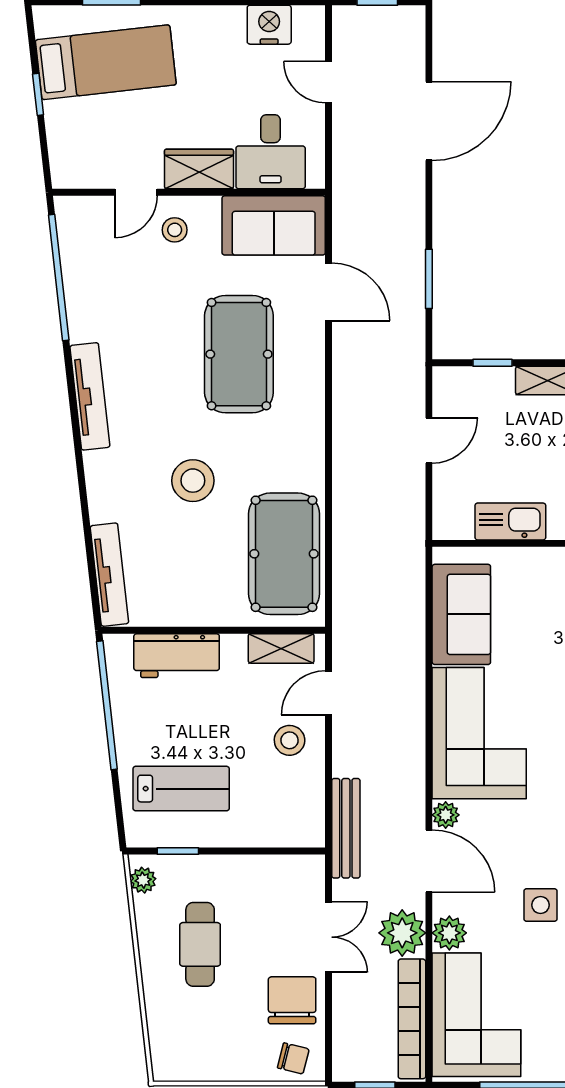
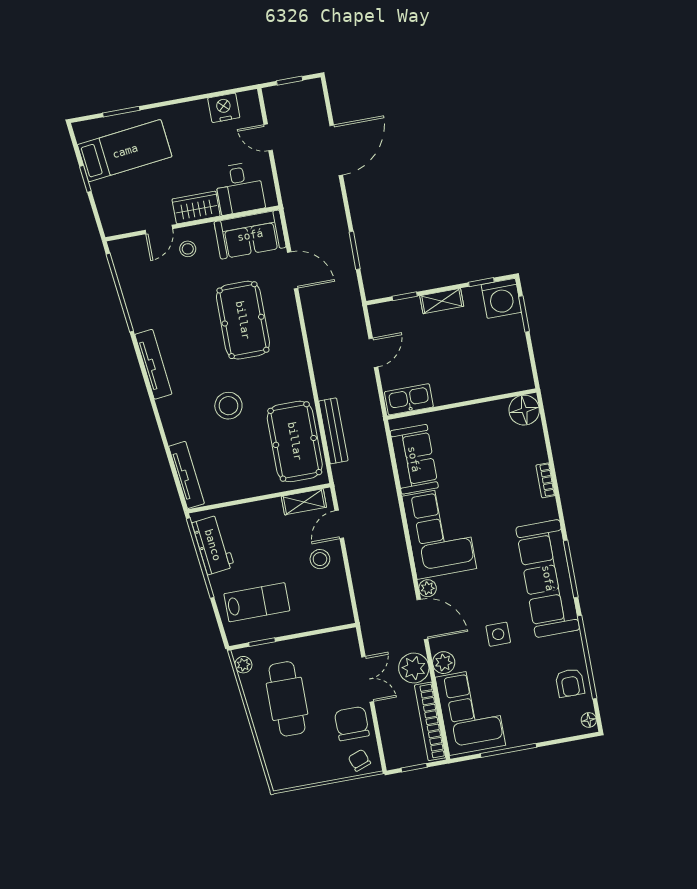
kitchen sink: (510, 521) -> (409, 399), moved
workbench: (177, 656) -> (213, 545), moved, turned -96
bench: (346, 828) -> (333, 431), moved
cafe table: (200, 944) -> (287, 699), width x1.37, depth x1.35
chair: (293, 1058) -> (359, 760), turned -124

